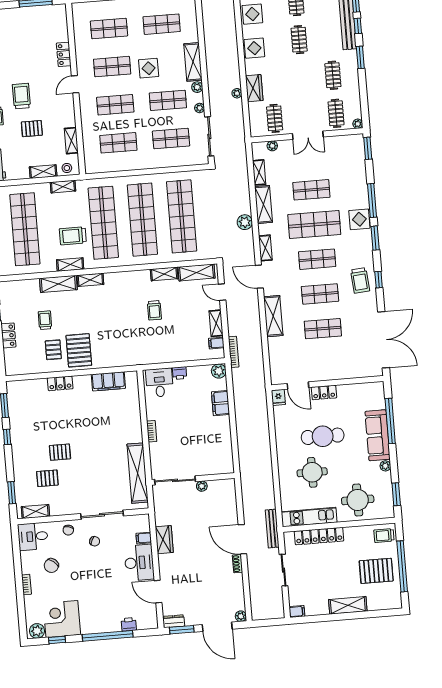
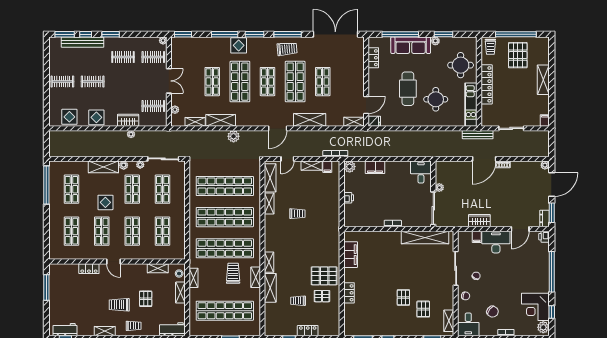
trolley: (73, 236) -> (233, 273), turned 180
shelving: (265, 248) -> (354, 122), moved
window: (379, 280) -> (288, 34), width x2.17
shop shelf: (320, 294) -> (295, 82), width x1.43, depth x1.36
desk: (160, 383) -> (421, 172), moved, turned 90
locker: (324, 392) -> (373, 58), moved
window: (396, 494) -> (443, 34), moved
locker: (319, 536) -> (487, 84), moved
printer: (129, 624) -> (544, 237), moved

